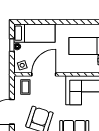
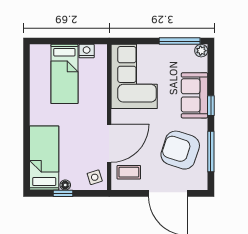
door: (44, 74) -> (109, 143), swing flipped

